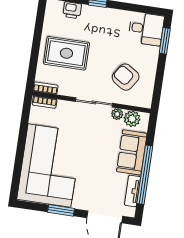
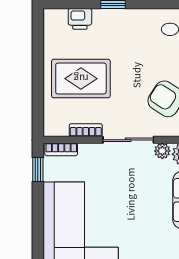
bookcase: (46, 88) -> (86, 130), moved
window: (26, 114) -> (38, 169), added

